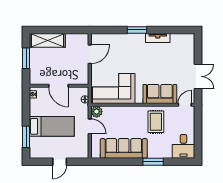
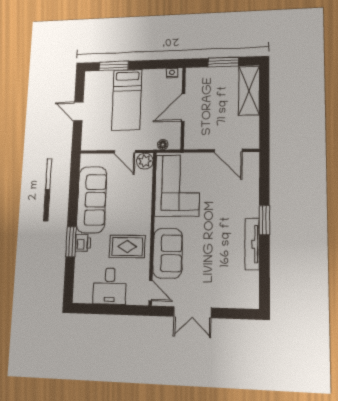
tv unit: (158, 38) -> (252, 244), width x1.41
door: (90, 126) -> (125, 152), hinge flipped
desk: (183, 146) -> (110, 286), moved, turned -90
printer: (154, 153) -> (83, 243), added

